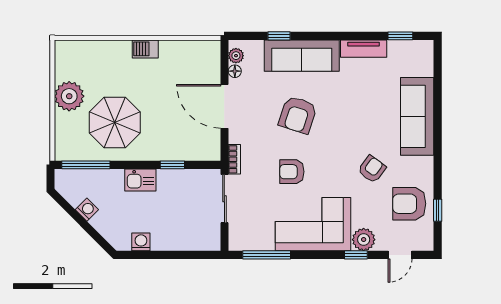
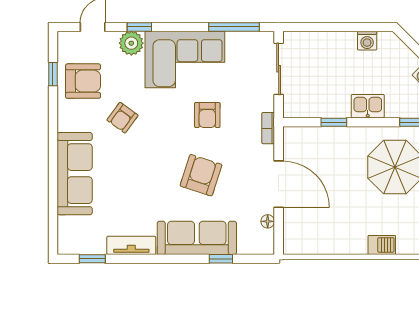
barbecue: (145, 49) -> (382, 245), moved
plant: (236, 56) -> (266, 238), removed
armchair: (292, 172) -> (207, 115), turned 90
sliding door: (224, 199) -> (279, 69), moved

